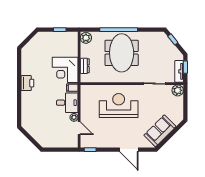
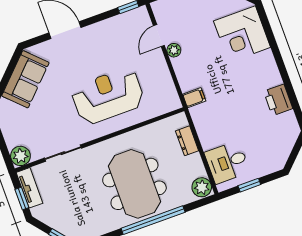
corner desk: (65, 70) -> (242, 34), moved, turned 180
printer: (27, 83) -> (278, 100), moved
desk: (67, 103) -> (227, 162), moved
reception desk: (119, 106) -> (108, 96), turned 180
door: (79, 128) -> (159, 36), hinge flipped

